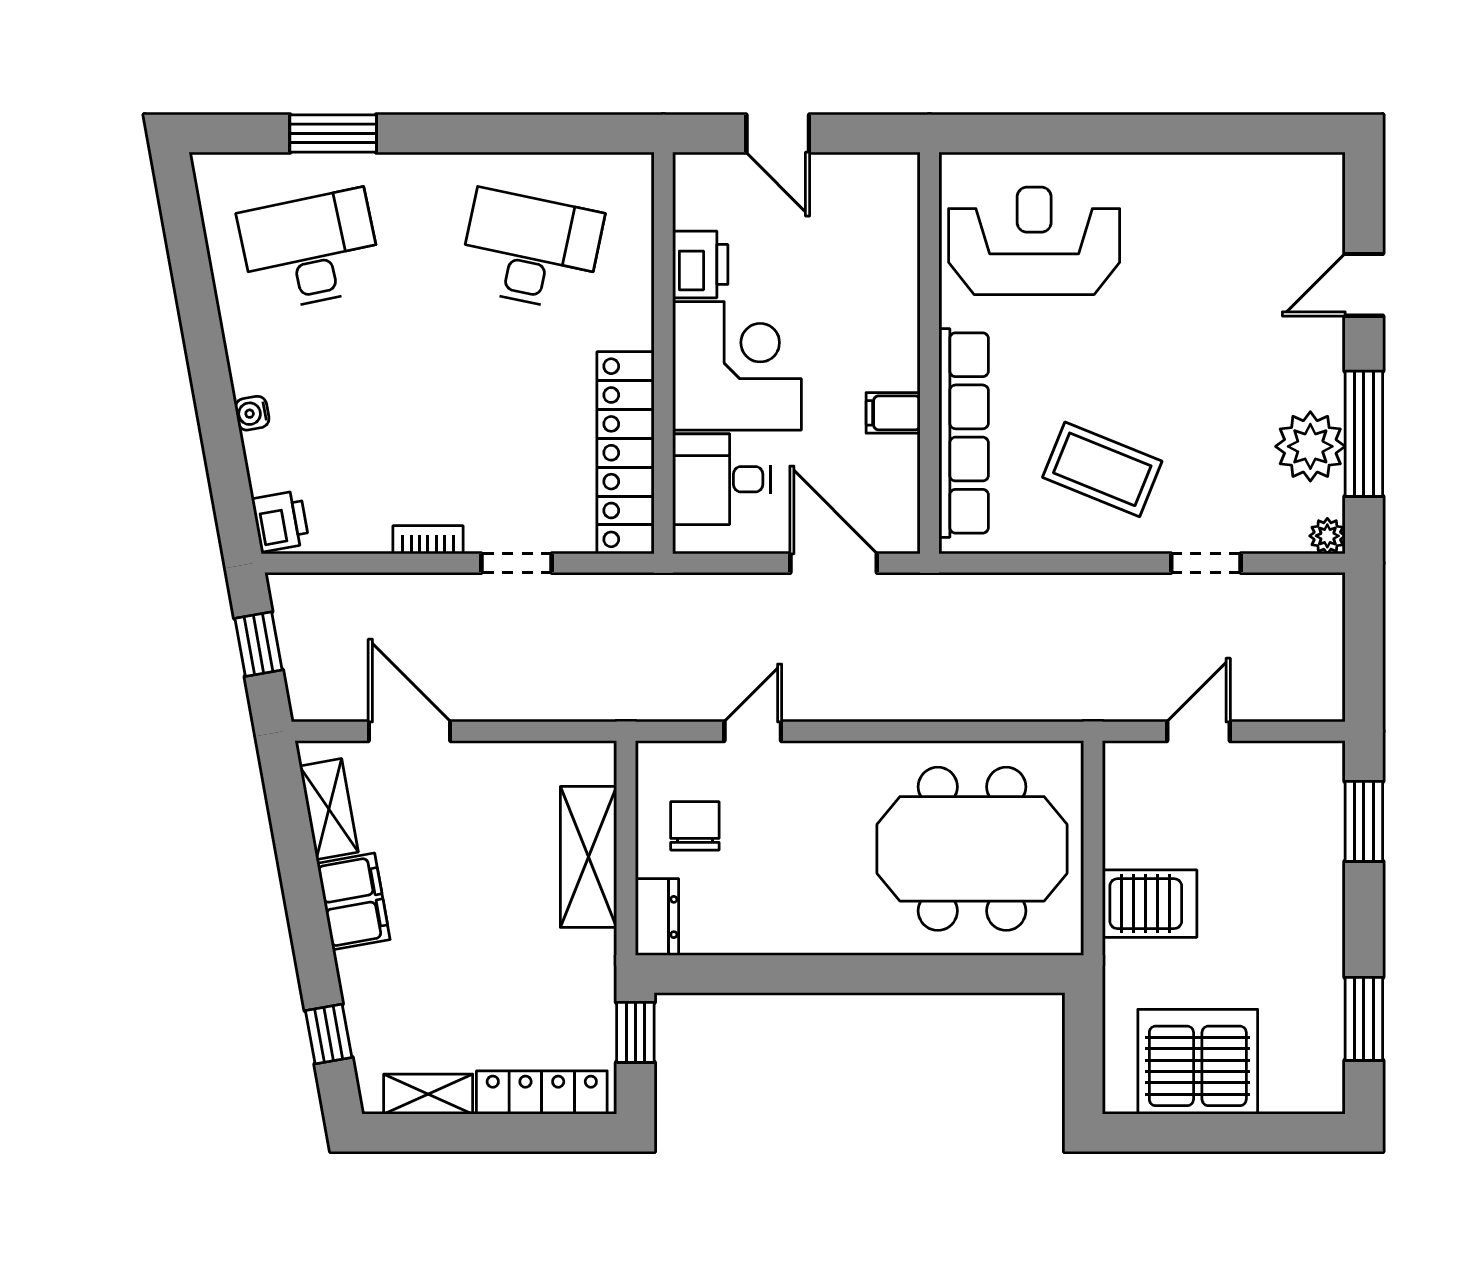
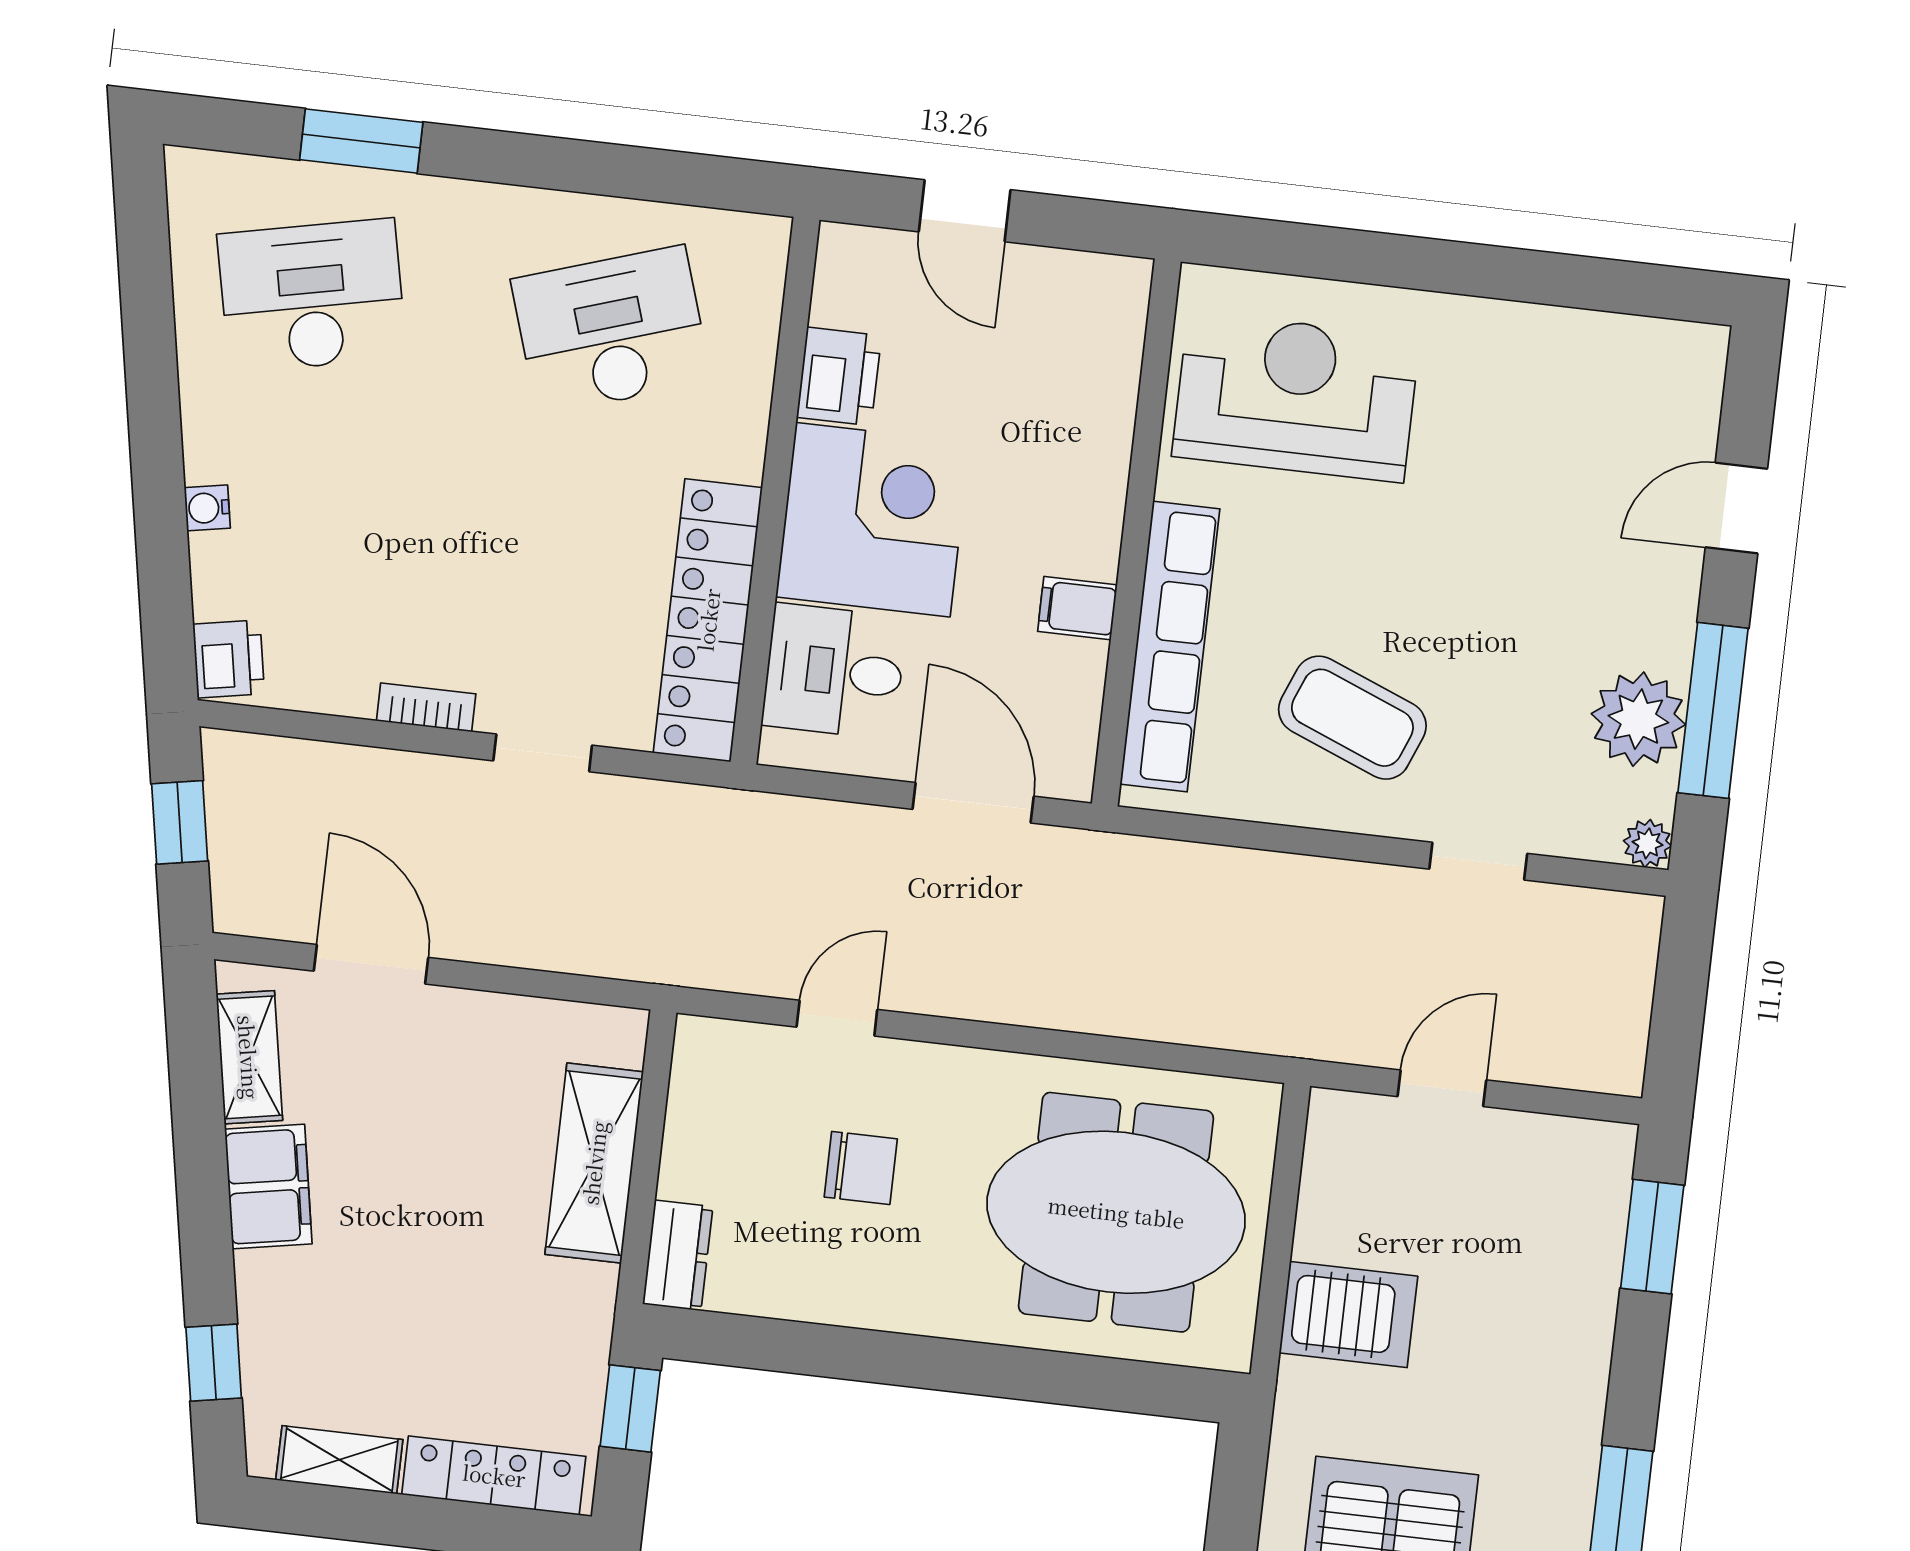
desk: (531, 250) -> (611, 330), turned -30
chair: (695, 826) -> (861, 1168), moved, turned 90

